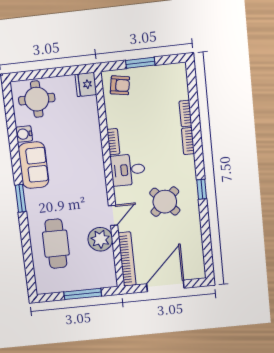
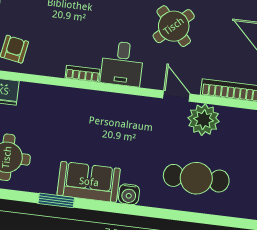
water cooler: (24, 134) -> (129, 194), moved
window: (21, 198) -> (56, 200), moved

